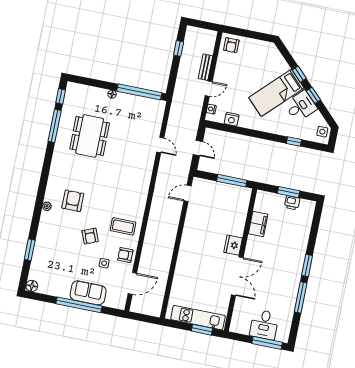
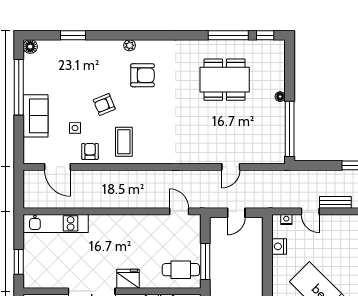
cafe table: (234, 201) -> (181, 270), added
window: (79, 305) -> (19, 87), moved
kitchen unit: (198, 318) -> (56, 223), moved, turned 90

